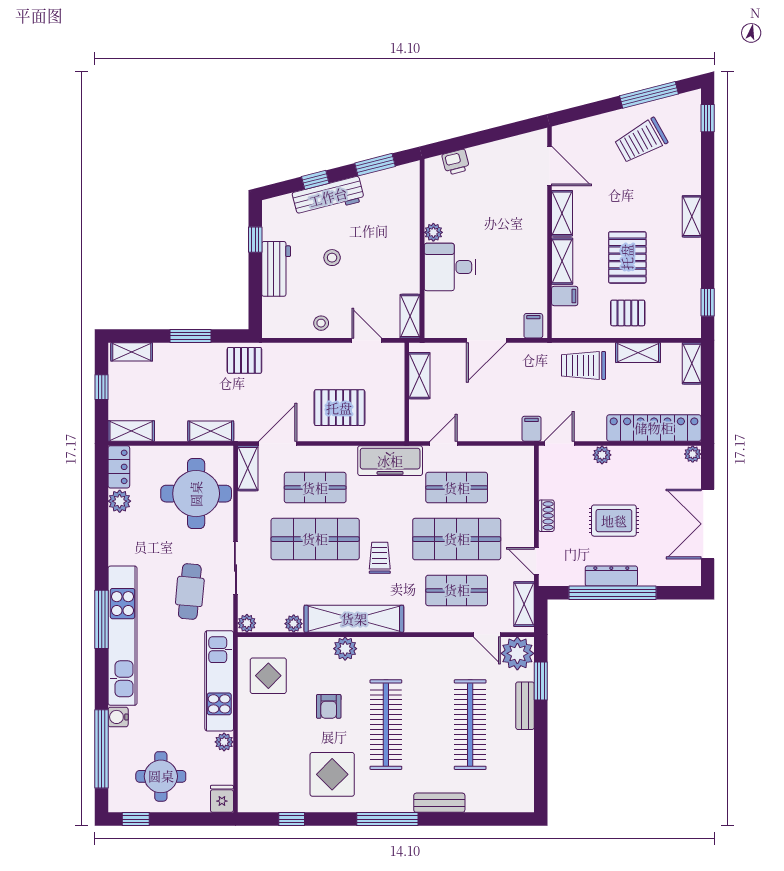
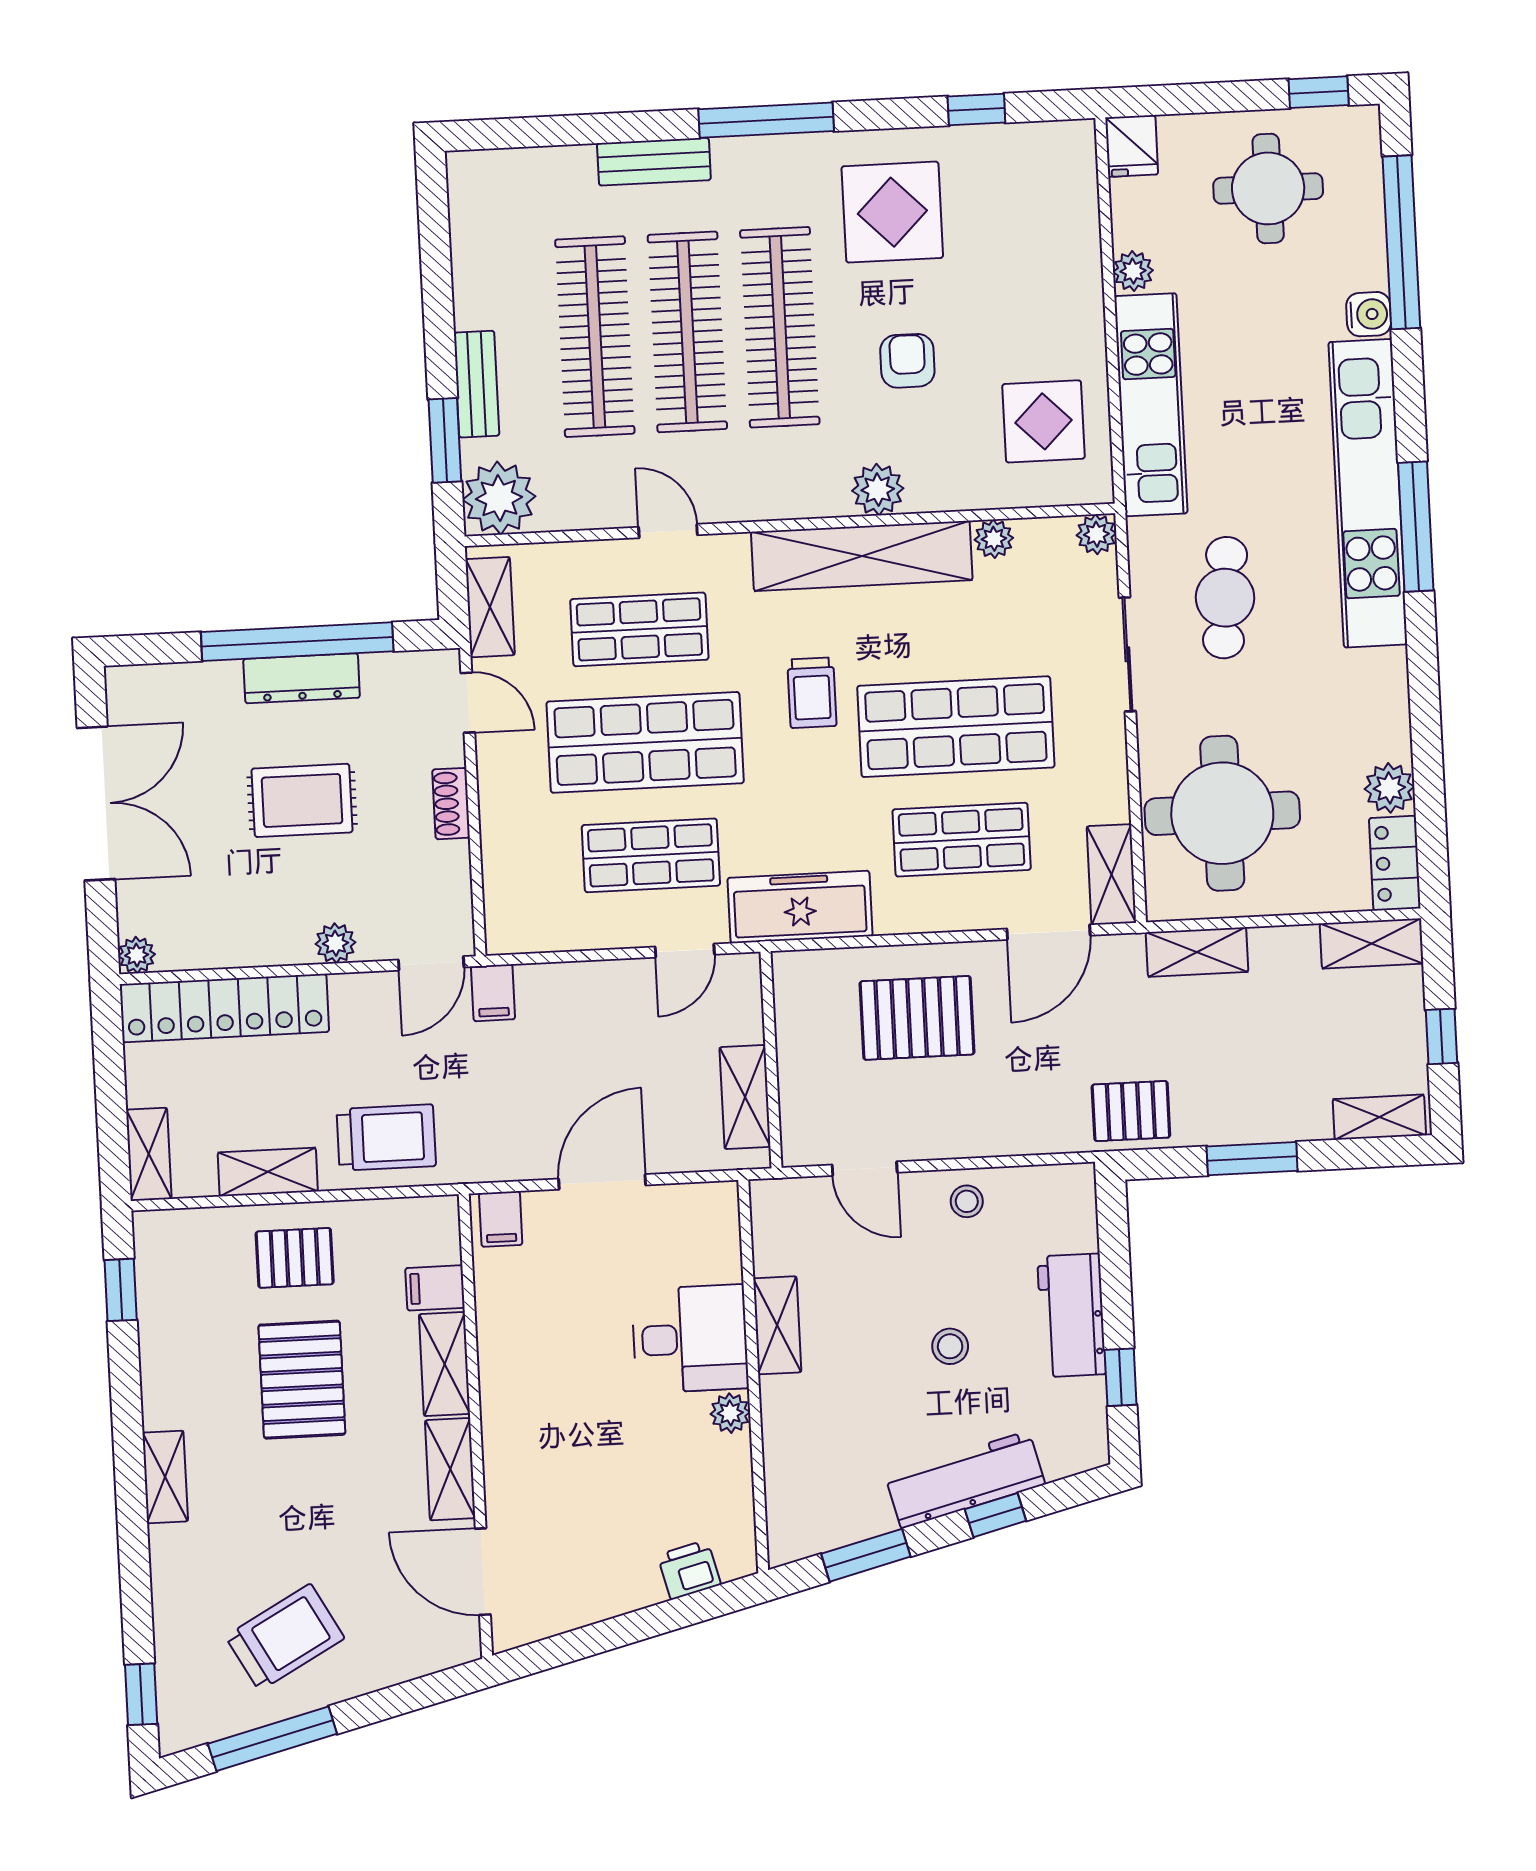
shelving: (410, 316) -> (777, 1325), moved
door: (487, 635) -> (668, 531), moved
clothes rail: (428, 725) -> (687, 332), added

